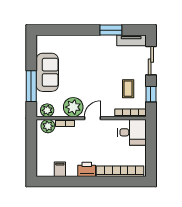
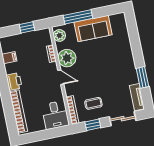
plant: (48, 126) -> (45, 39), removed
window: (31, 143) -> (27, 27), added

